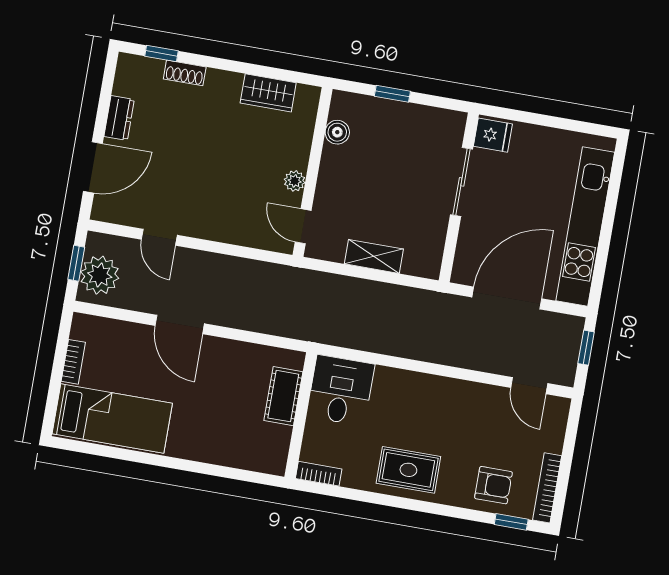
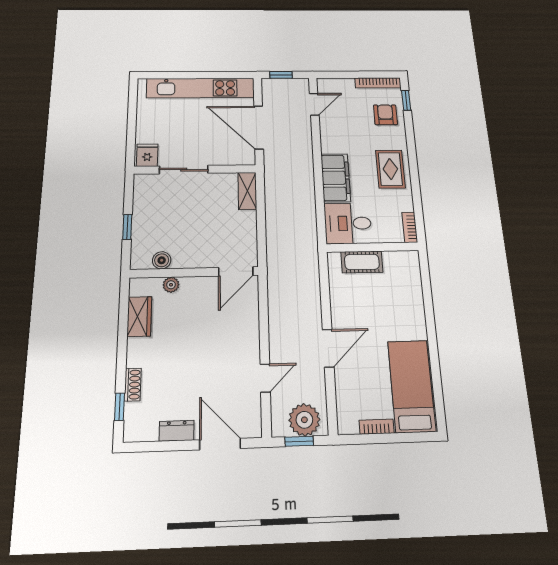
plant: (295, 181) -> (171, 285), moved
door: (303, 226) -> (236, 272), width x1.38
shelving: (374, 256) -> (247, 191), moved
filing cabinet: (410, 390) -> (336, 178), added

